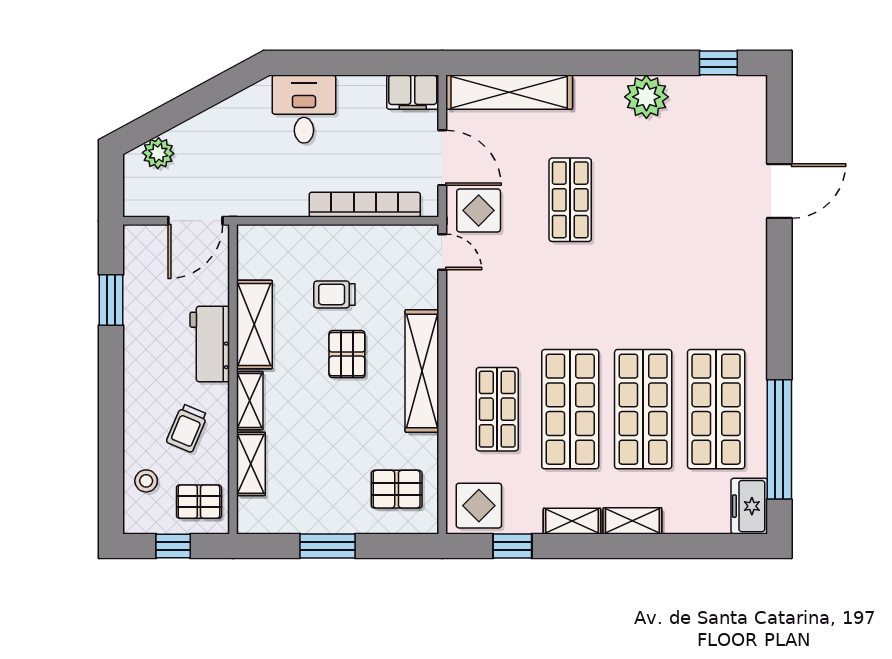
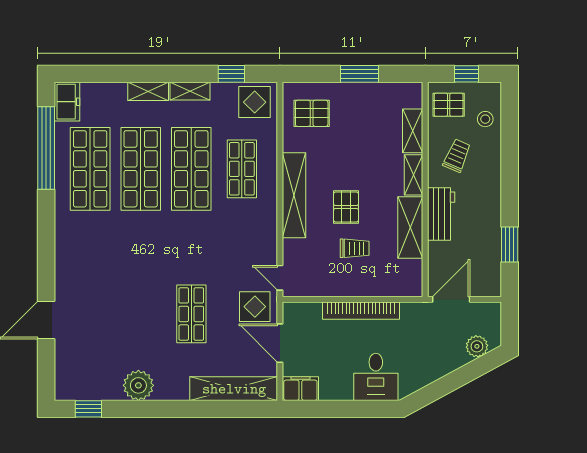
bookcase: (365, 205) -> (361, 311), moved

